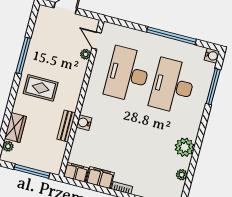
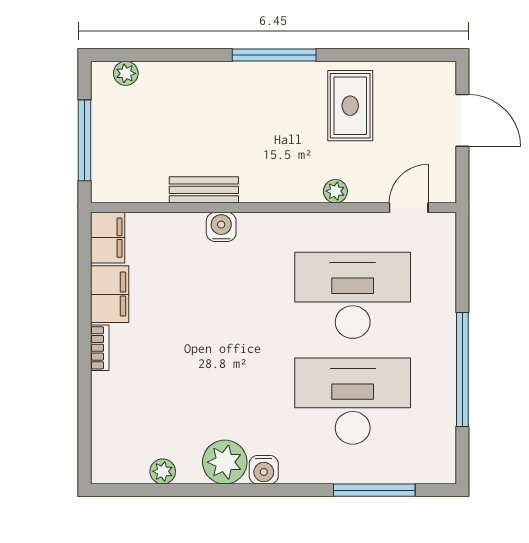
plant: (86, 54) -> (335, 191), moved
window: (23, 56) -> (274, 55), moved
water cooler: (212, 56) -> (264, 470), moved
rug: (41, 88) -> (350, 106), moved
wardrobe: (15, 128) -> (171, 79), removed

